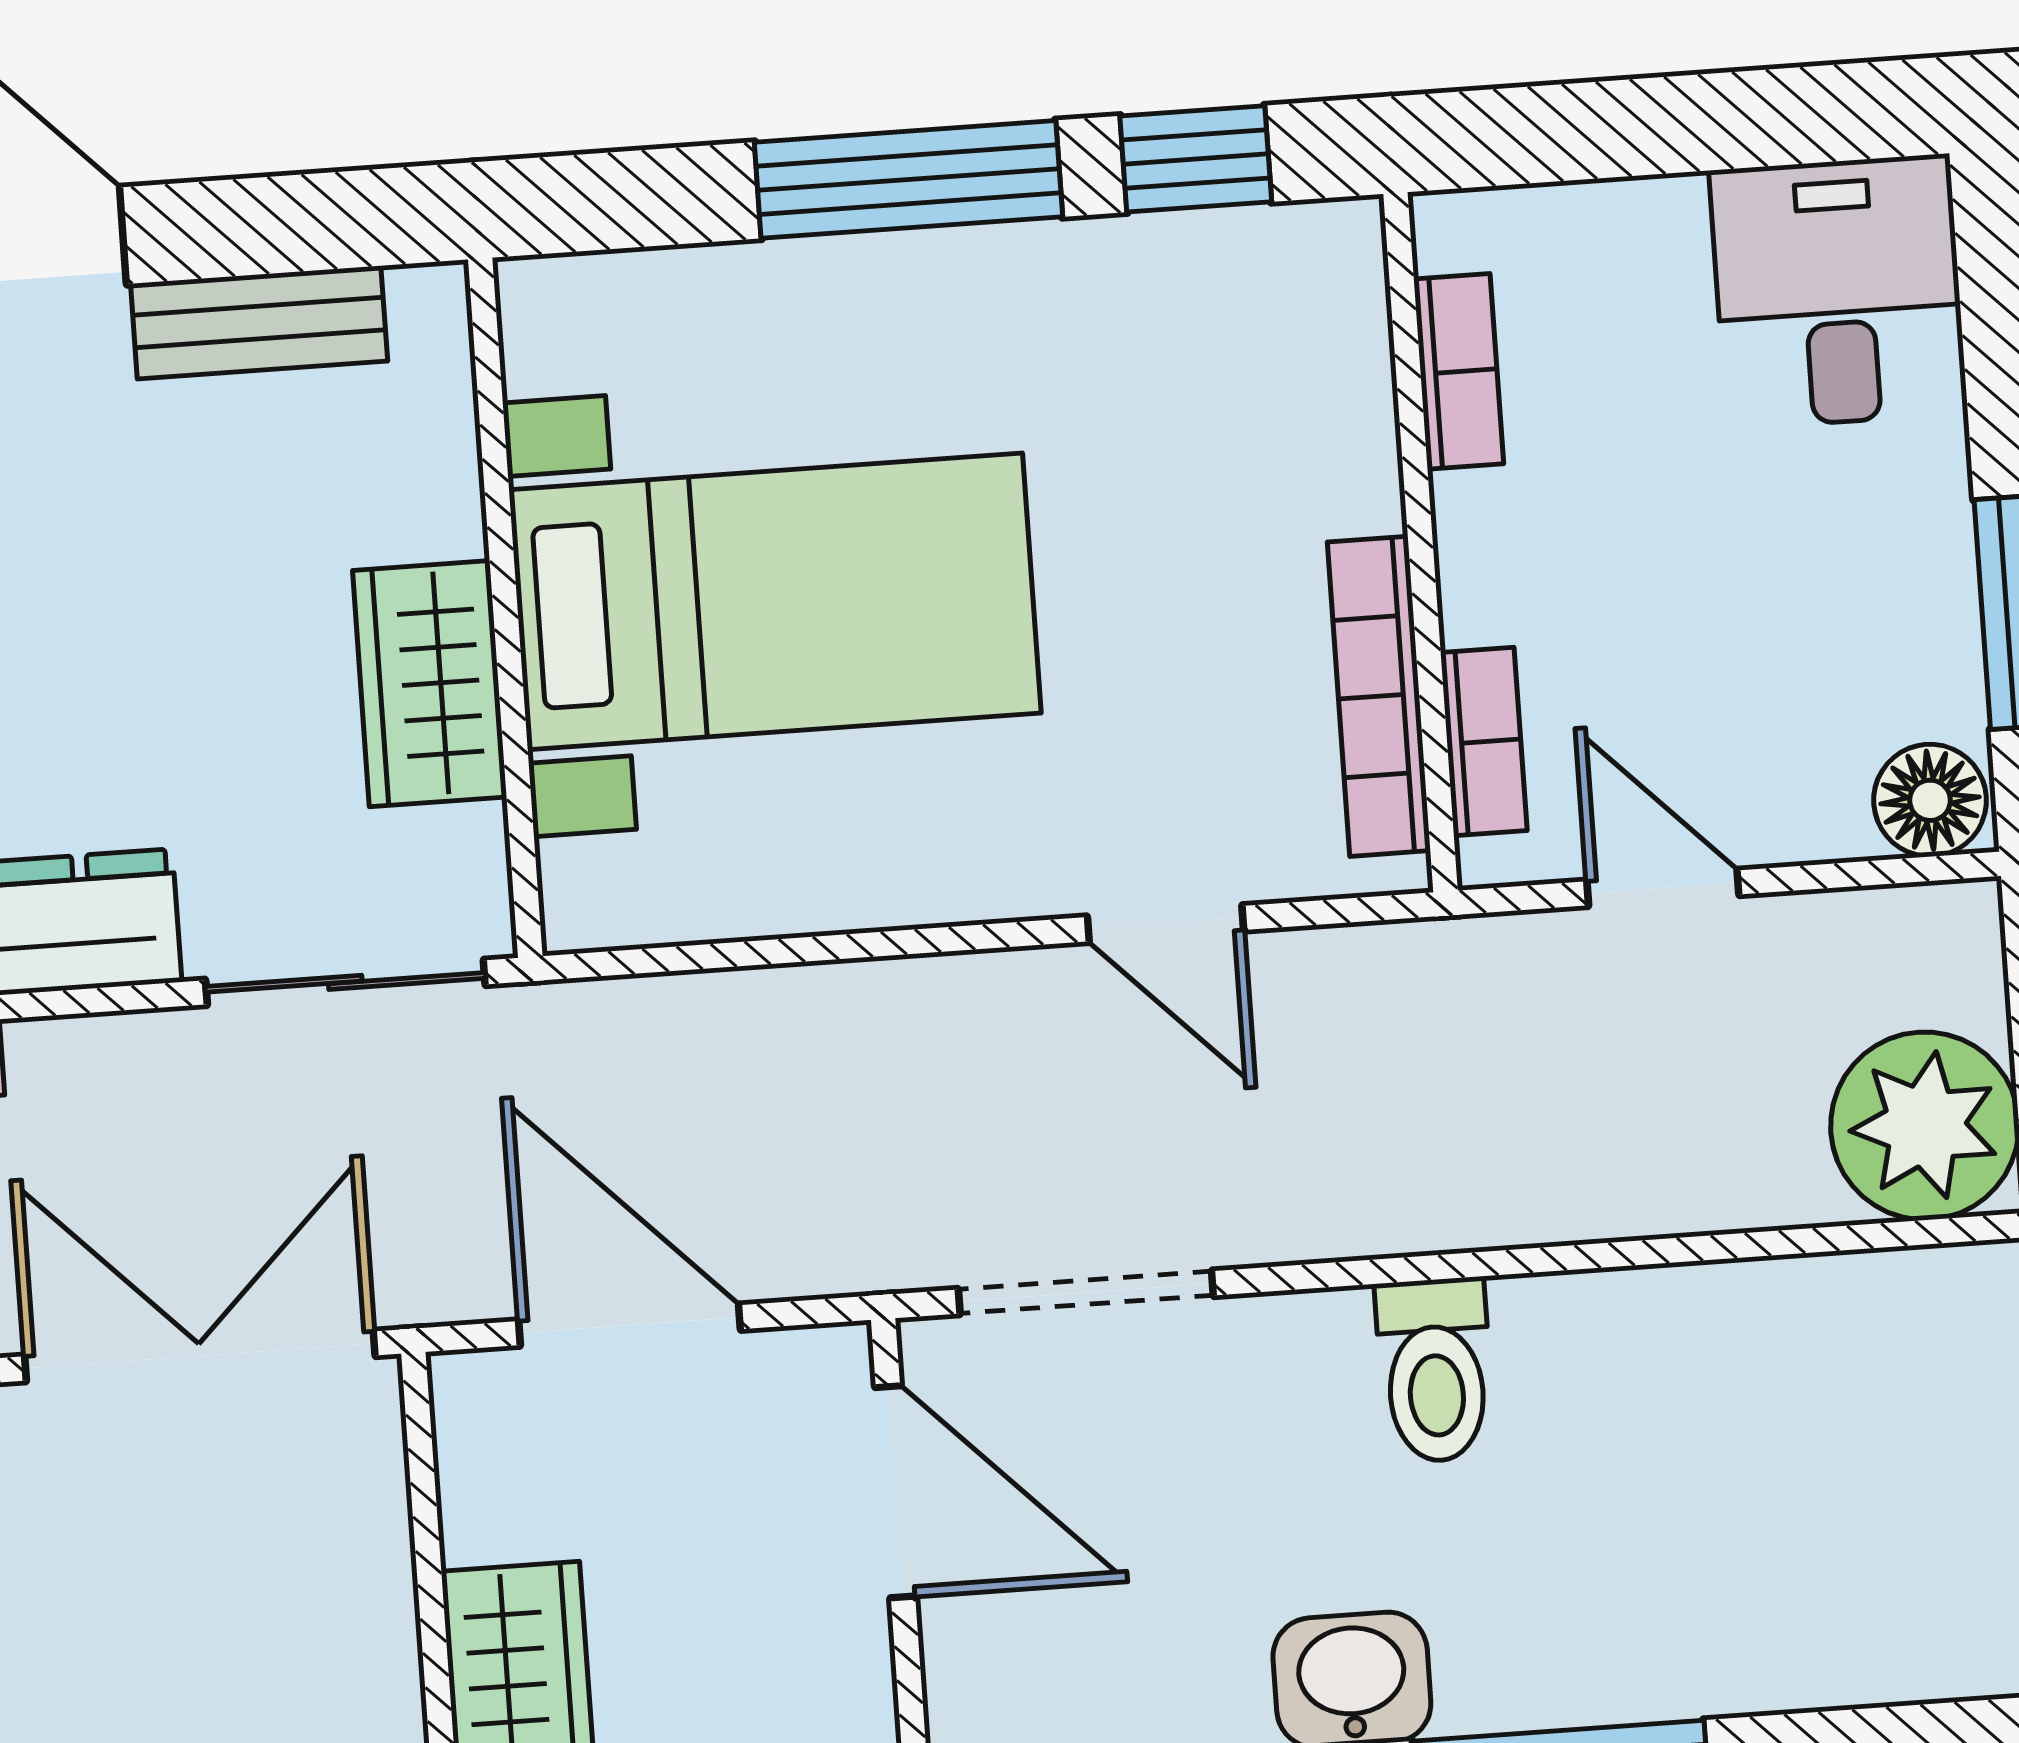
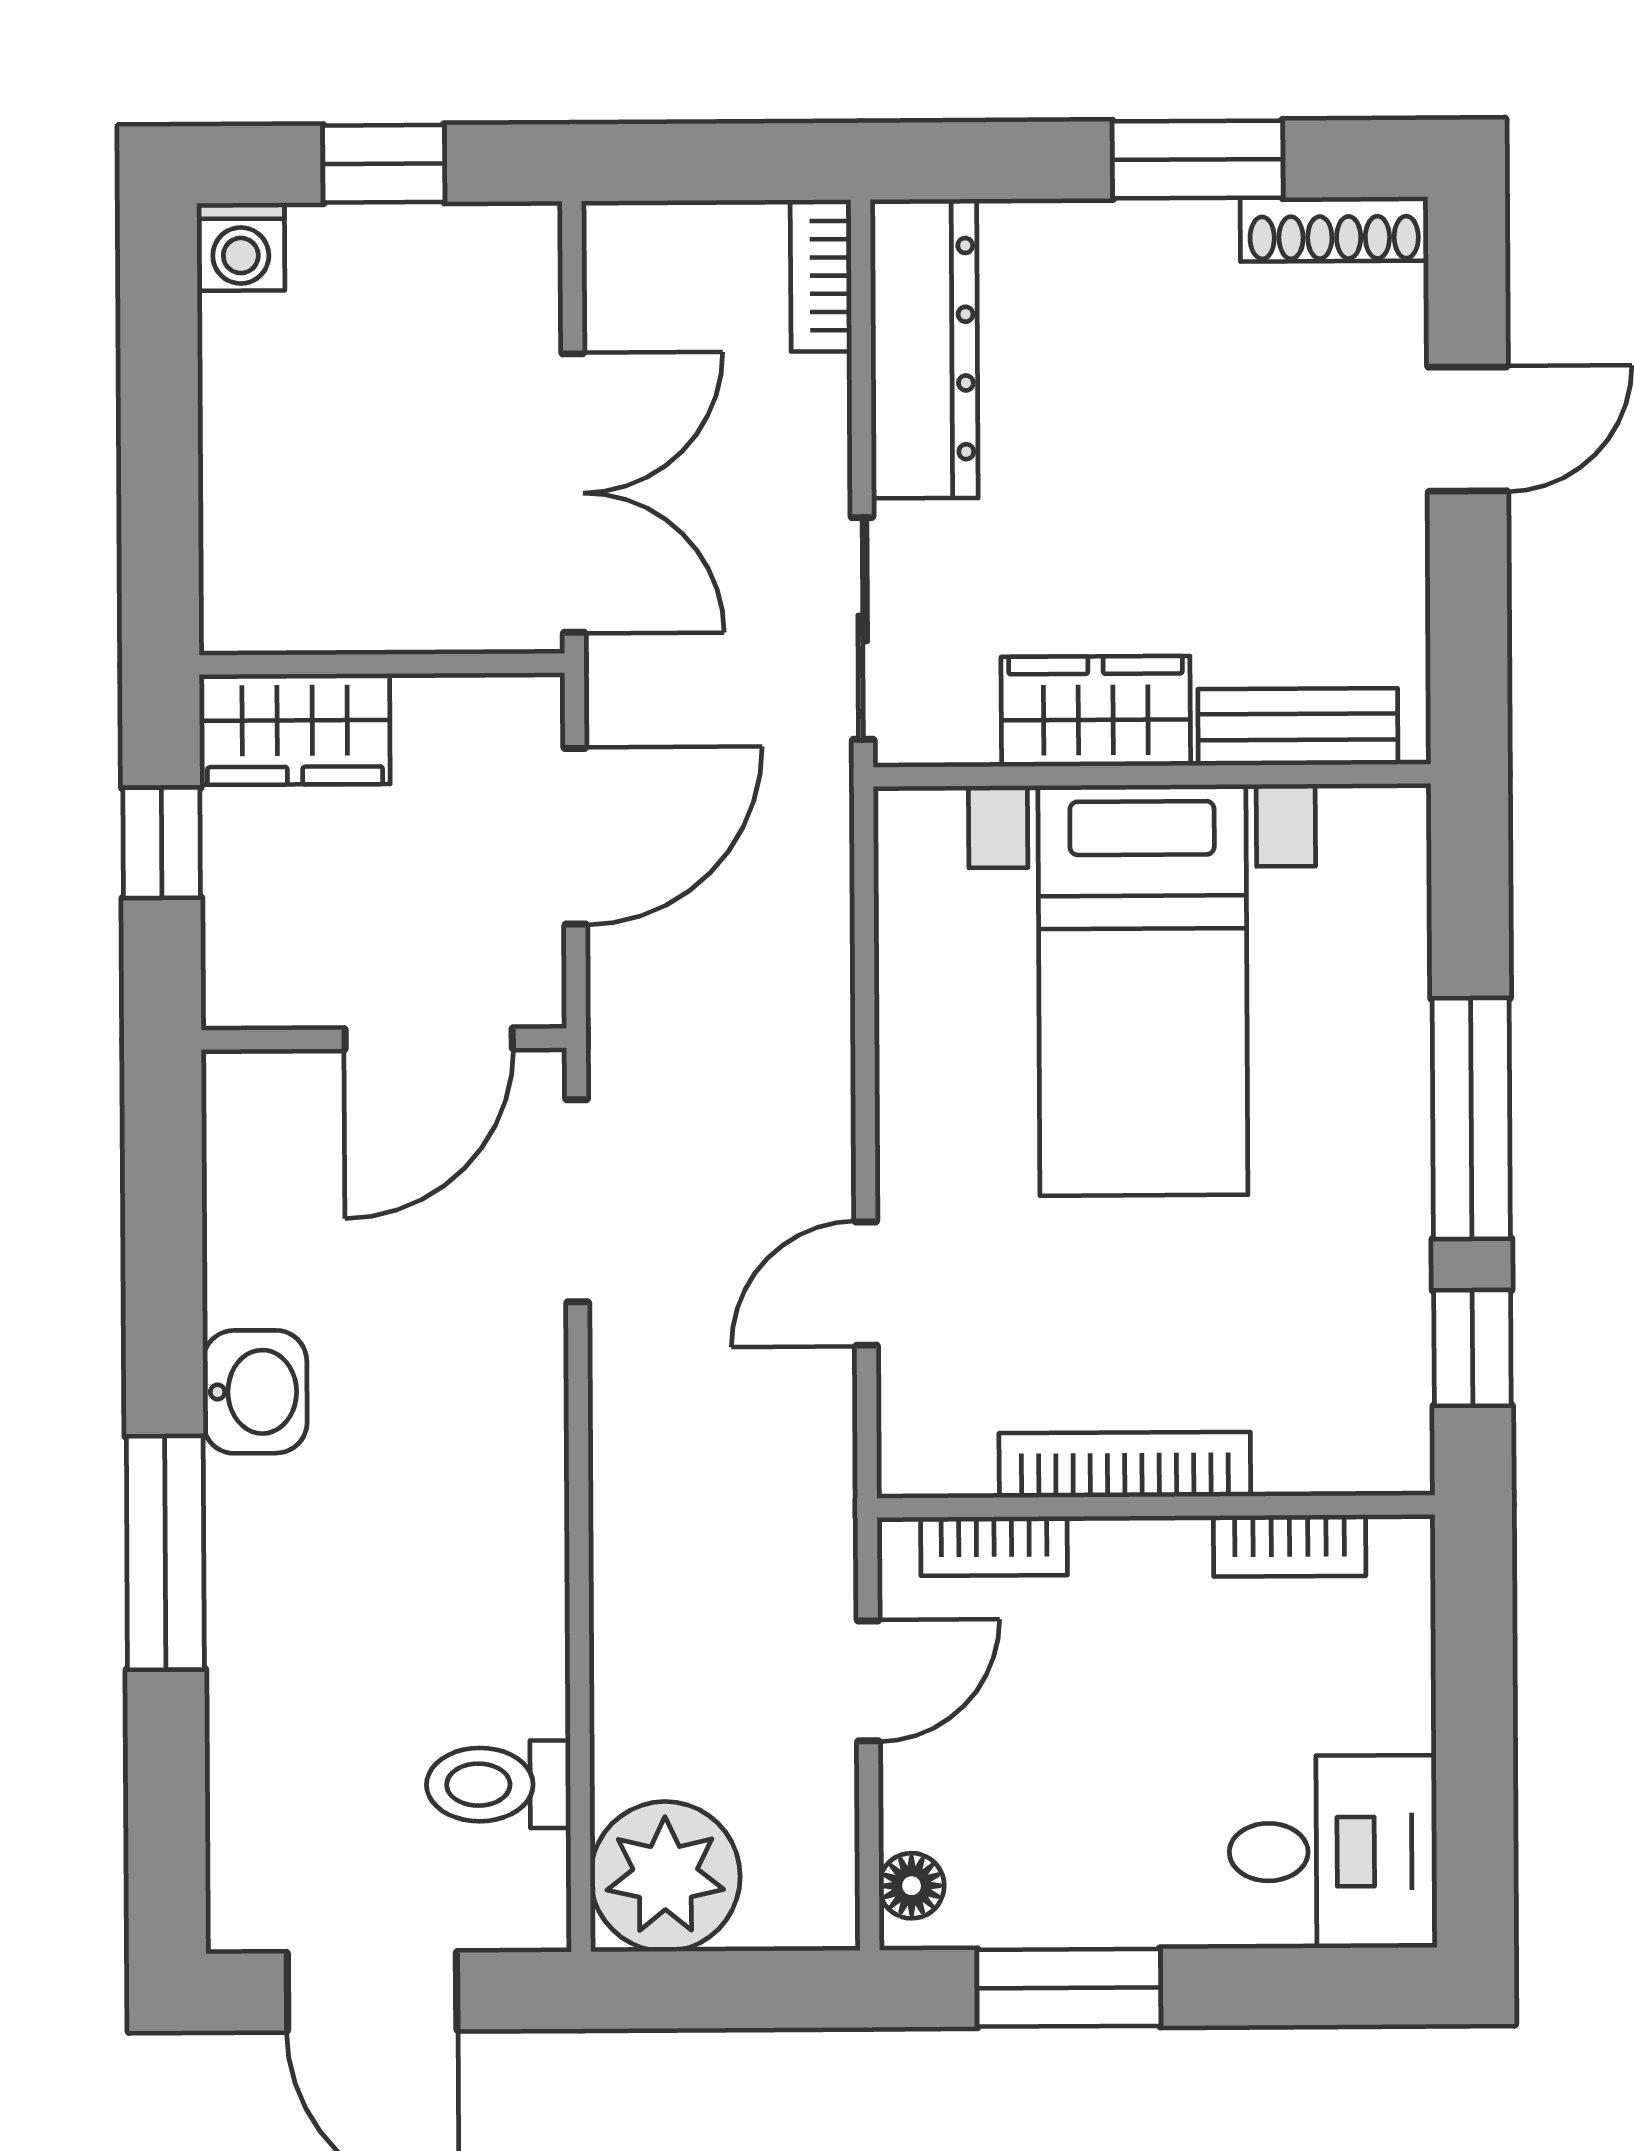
bench: (259, 322) -> (1298, 727), moved, turned 90
bookcase: (1379, 696) -> (1125, 1465), moved
floor lamp: (1930, 800) -> (912, 1886), width x0.73, depth x0.73
toilet: (1435, 1370) -> (499, 1785), moved

